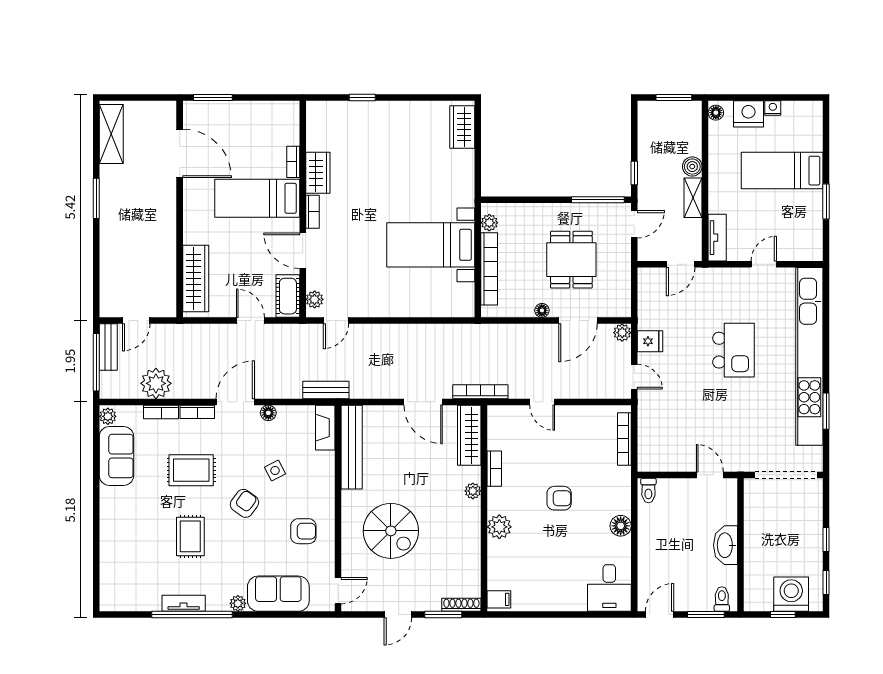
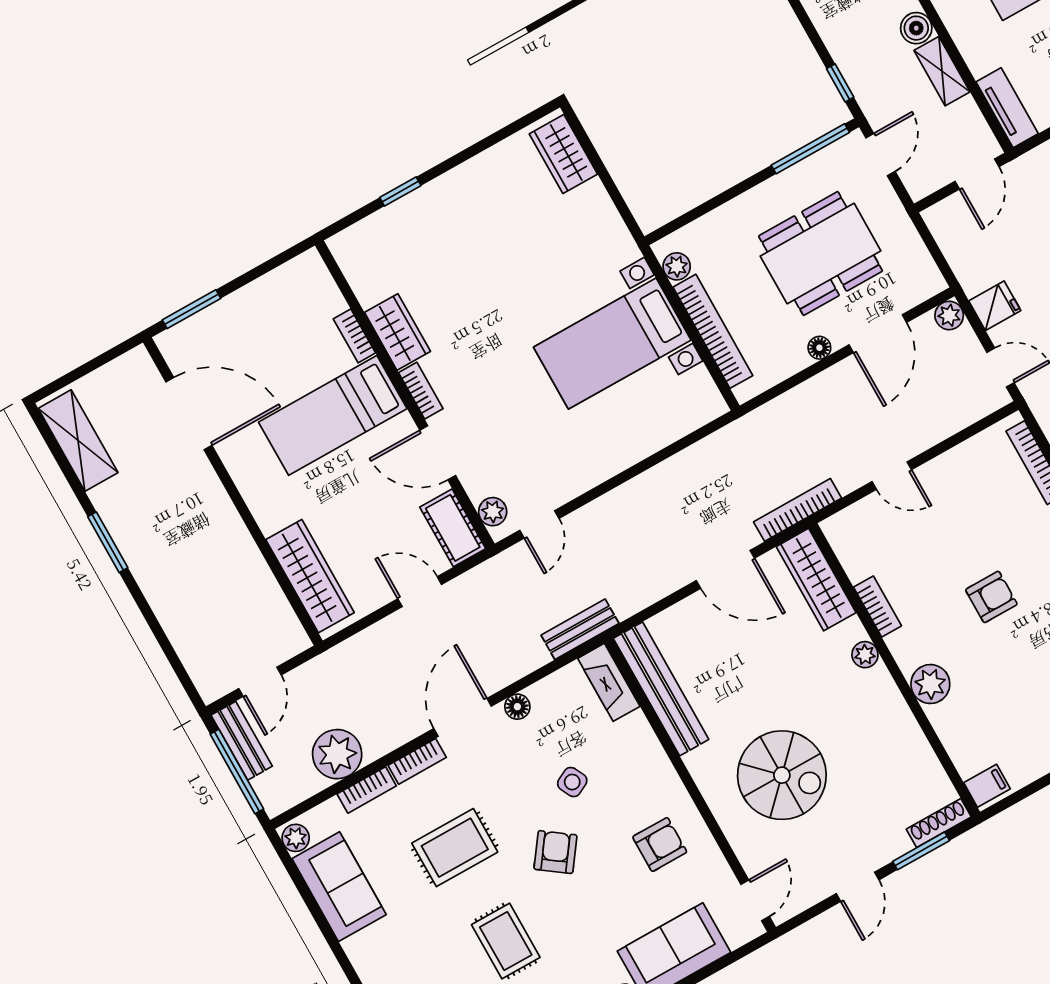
dining table: (571, 260) -> (821, 253), width x1.38

